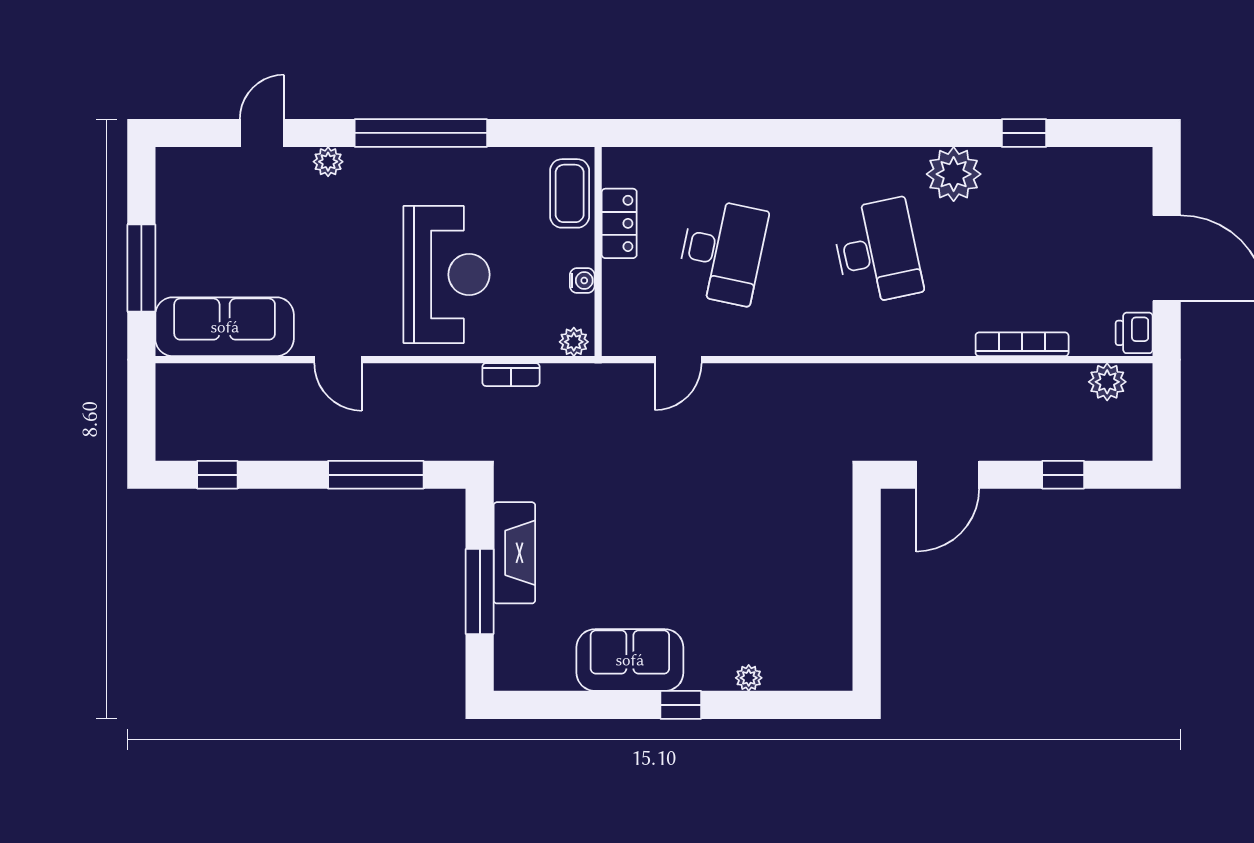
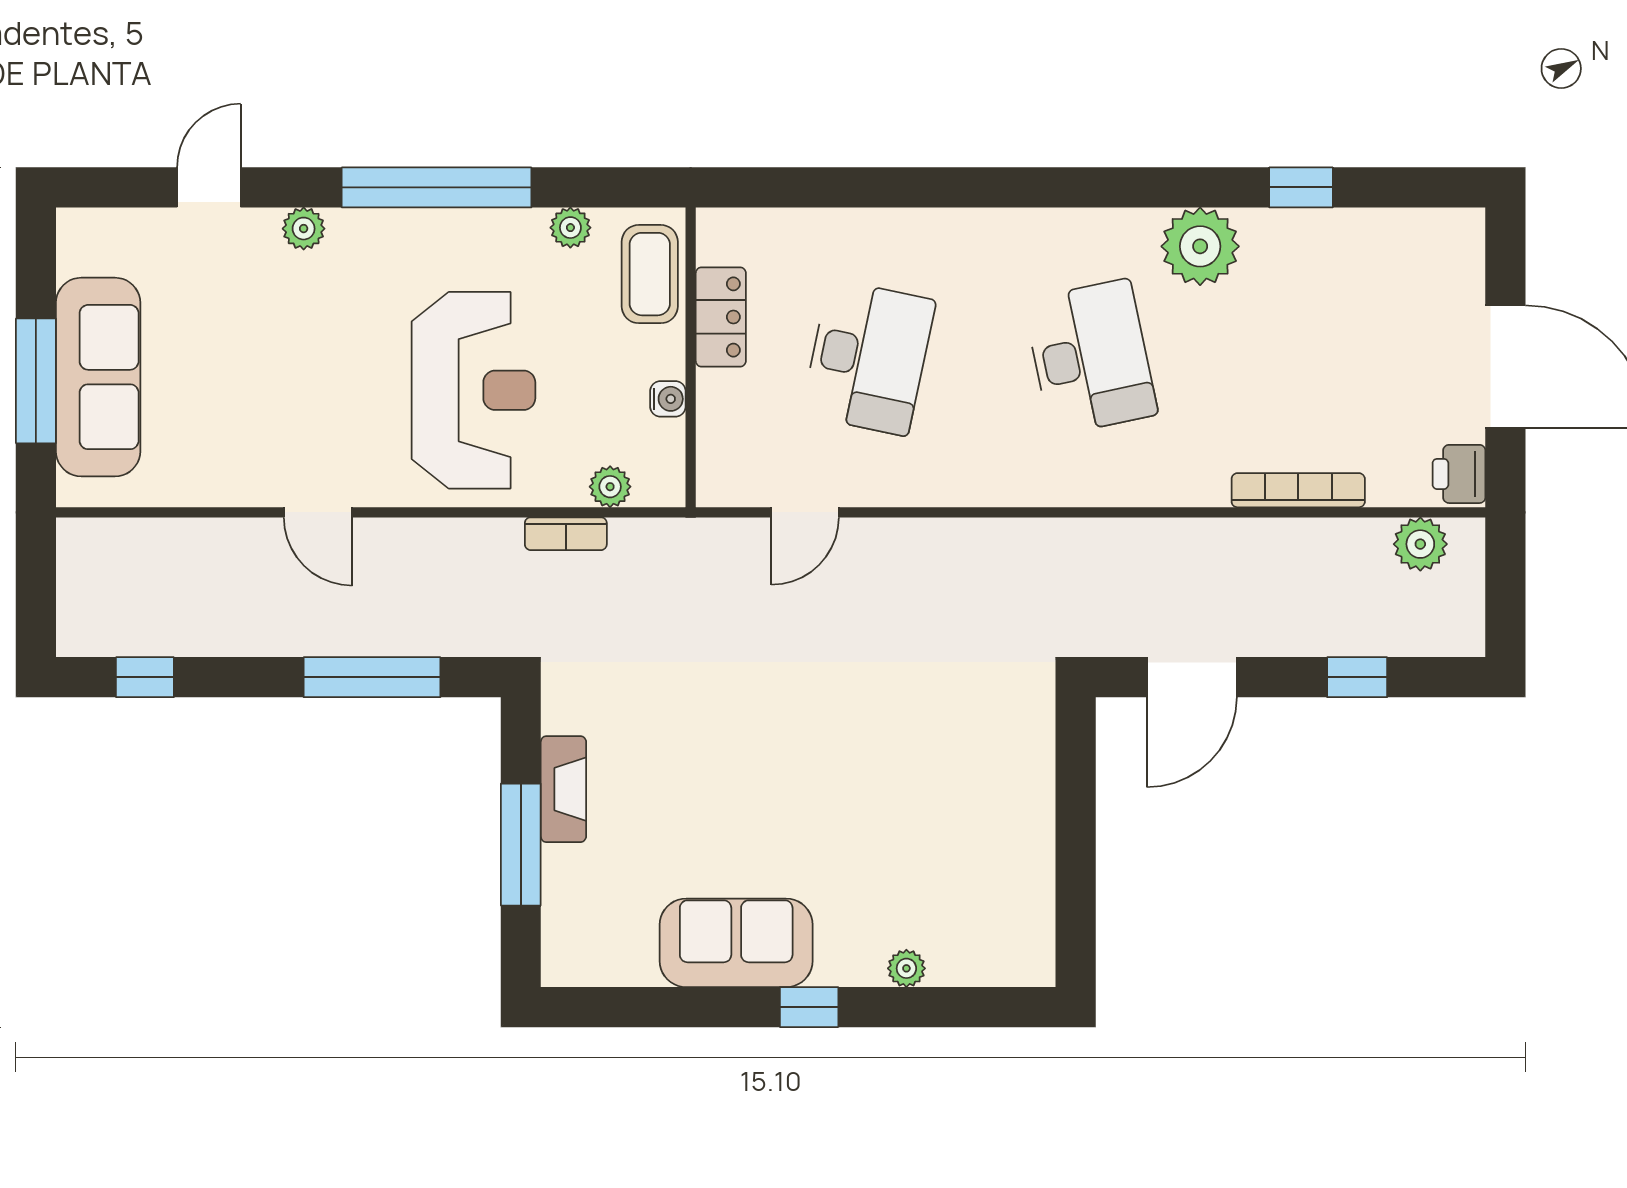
plant: (514, 161) -> (570, 228), added
sofa: (225, 327) -> (98, 377), moved, turned 90
plant: (574, 342) -> (610, 487), moved
fireplace: (514, 553) -> (563, 789), width x0.73, depth x0.76

